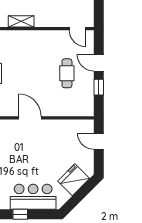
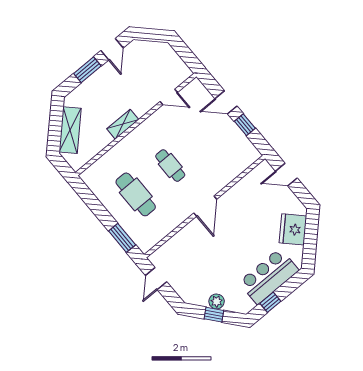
door: (77, 29) -> (169, 97), moved
cafe table: (67, 73) -> (170, 166), moved
door: (30, 118) -> (205, 206), swing flipped

